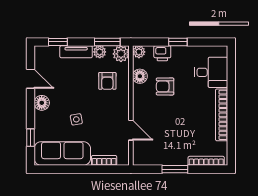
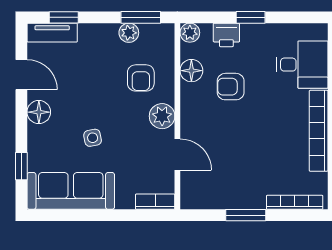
tv unit: (76, 52) -> (52, 33), moved
plant: (121, 54) -> (162, 116), moved
bookcase: (104, 160) -> (155, 202), moved

